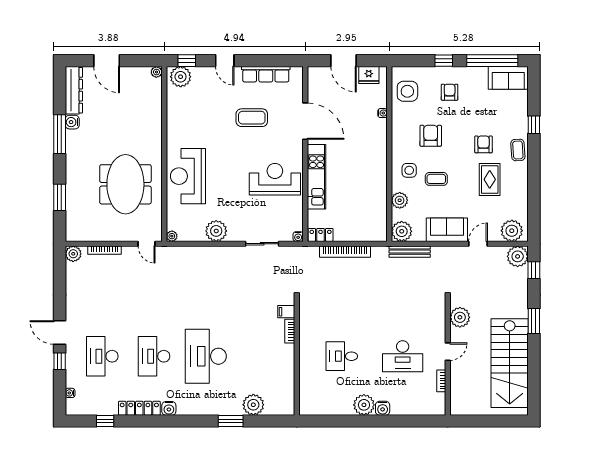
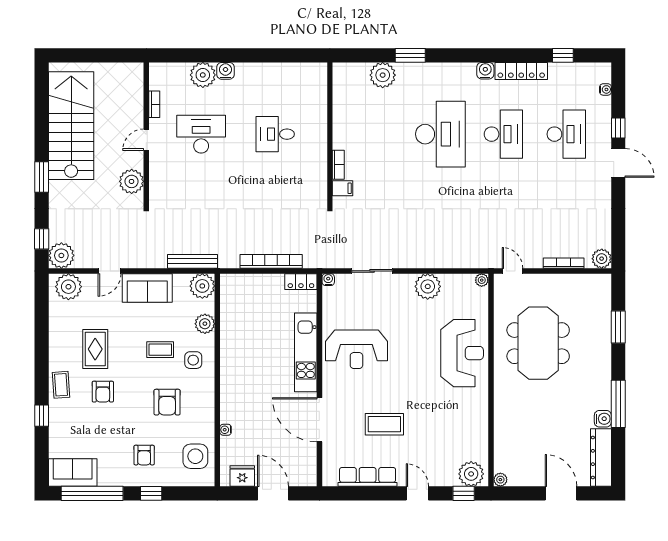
desk: (342, 356) -> (275, 134), turned 180
plant: (364, 405) -> (203, 75), moved

